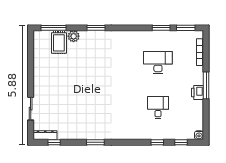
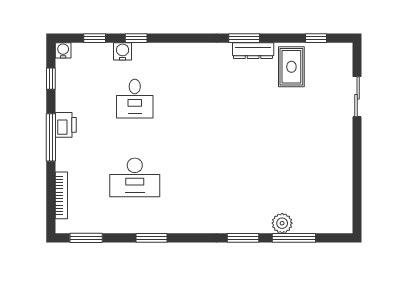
window: (54, 28) -> (294, 238), moved
window: (161, 28) -> (151, 238), moved
rug: (59, 43) -> (291, 67), moved
window: (206, 119) -> (51, 79), added
dresser: (45, 135) -> (253, 51), moved
water cooler: (165, 135) -> (123, 51), added

